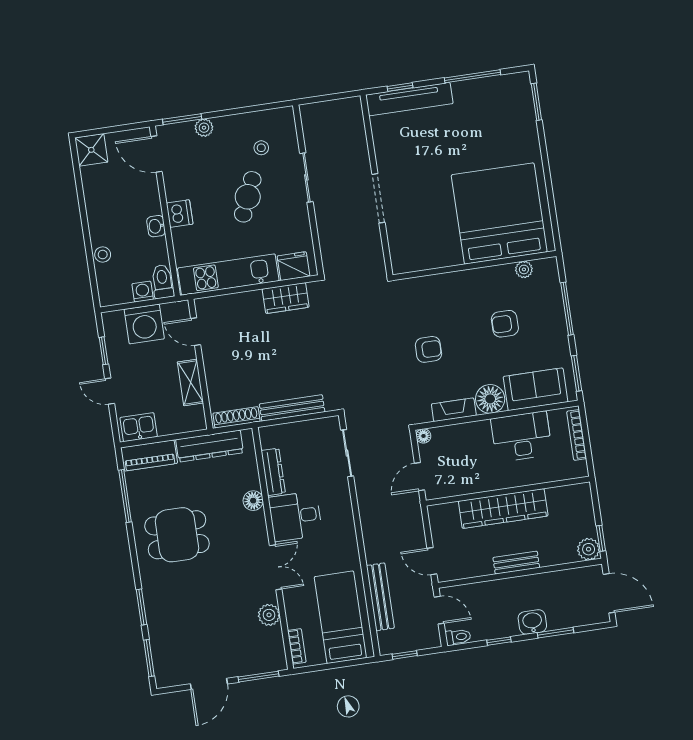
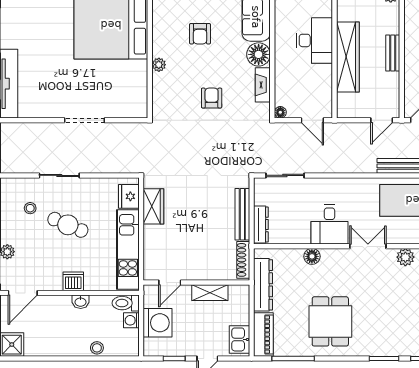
plant: (524, 269) -> (159, 65), moved
desk: (521, 437) -> (314, 40), moved, turned 180
dresser: (273, 472) -> (261, 225), moved, turned 90

